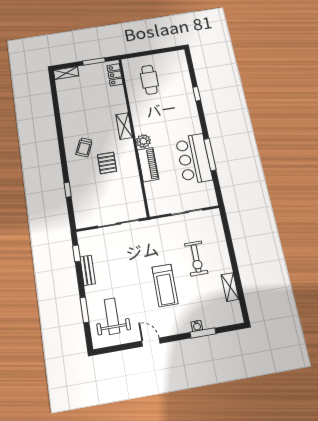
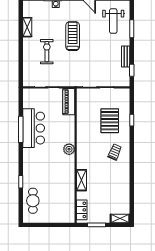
cafe table: (149, 80) -> (33, 201), moved
shelving: (124, 126) -> (82, 180), moved
pallet: (107, 163) -> (110, 121), moved, width x1.50, depth x1.42
piano: (148, 165) -> (69, 102), moved

